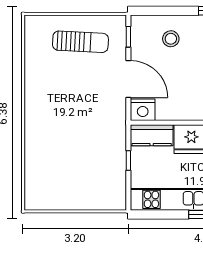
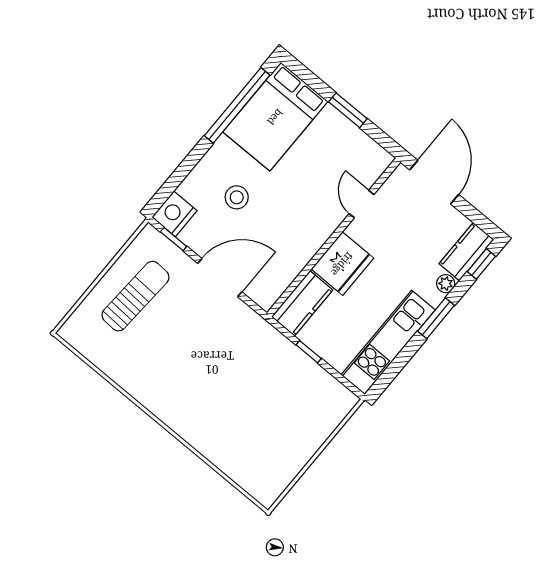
stool: (171, 39) -> (237, 197), moved
nightstand: (143, 110) -> (174, 214), moved, turned 180

